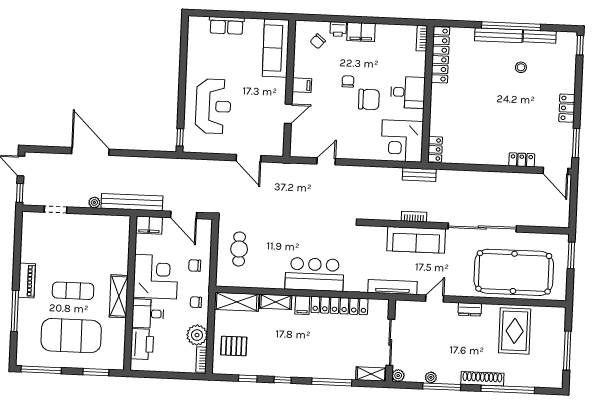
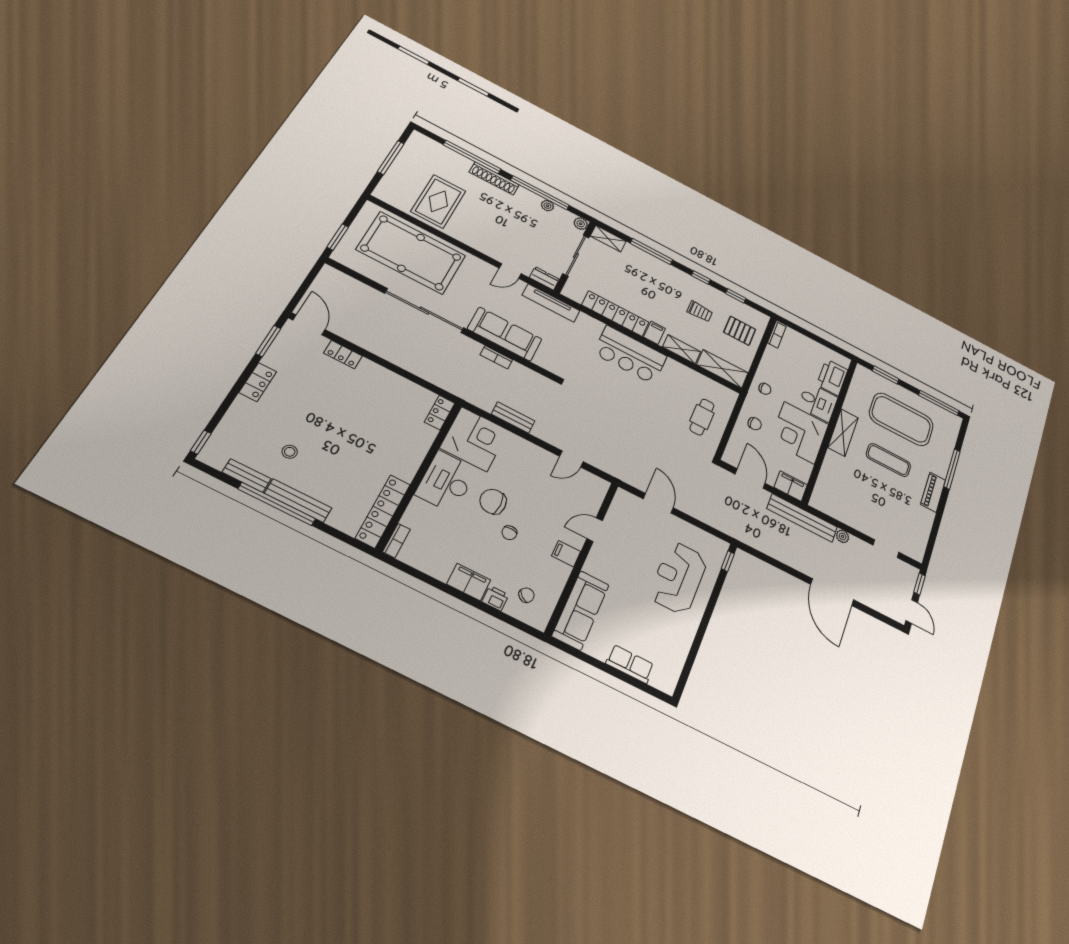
desk: (408, 92) -> (446, 482), width x1.37
bench: (419, 175) -> (513, 417), moved
dresser: (470, 309) -> (544, 278), moved
plant: (197, 335) -> (774, 359), removed
trolley: (273, 346) -> (700, 311), added
window: (442, 387) -> (540, 193), width x1.46

